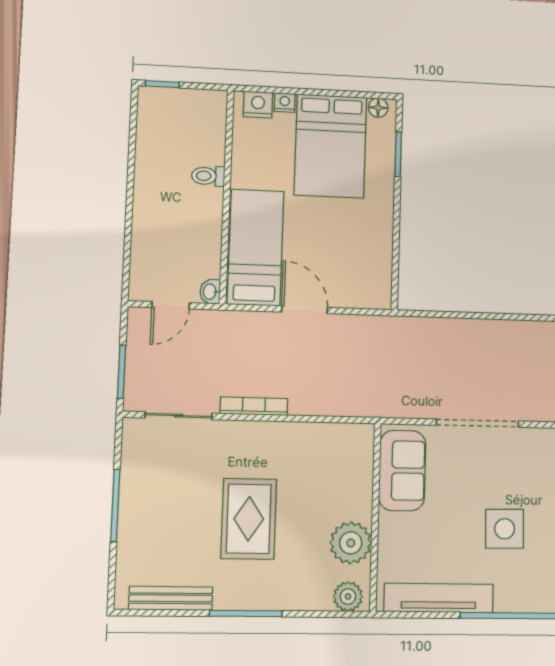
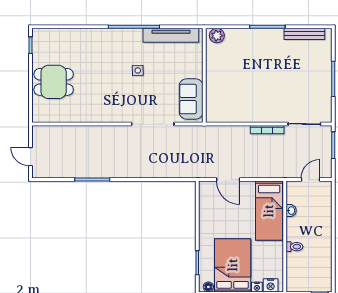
washbasin: (210, 292) -> (291, 211), moved
door: (305, 310) -> (228, 180), moved
rug: (249, 519) -> (268, 73), removed
side table: (505, 529) -> (138, 70), width x0.54, depth x0.54
plant: (351, 543) -> (216, 62), removed

